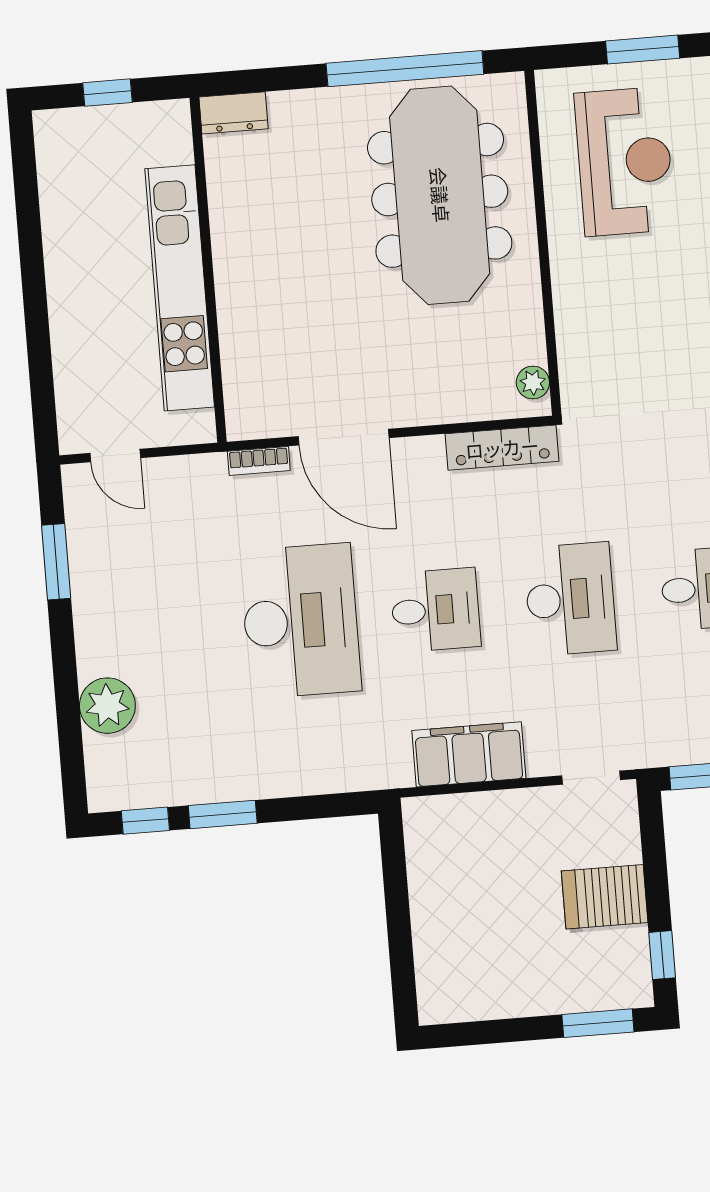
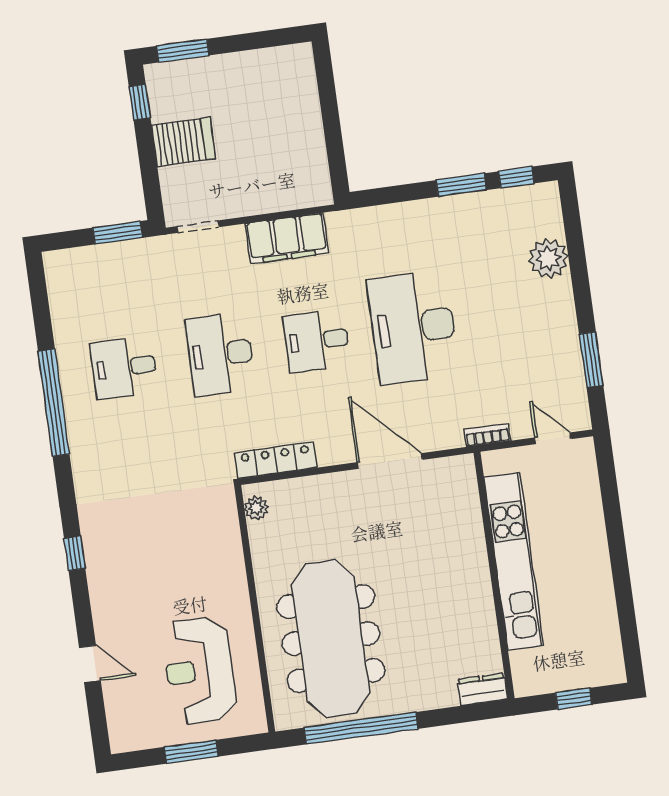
bookcase: (259, 461) -> (487, 435), moved

